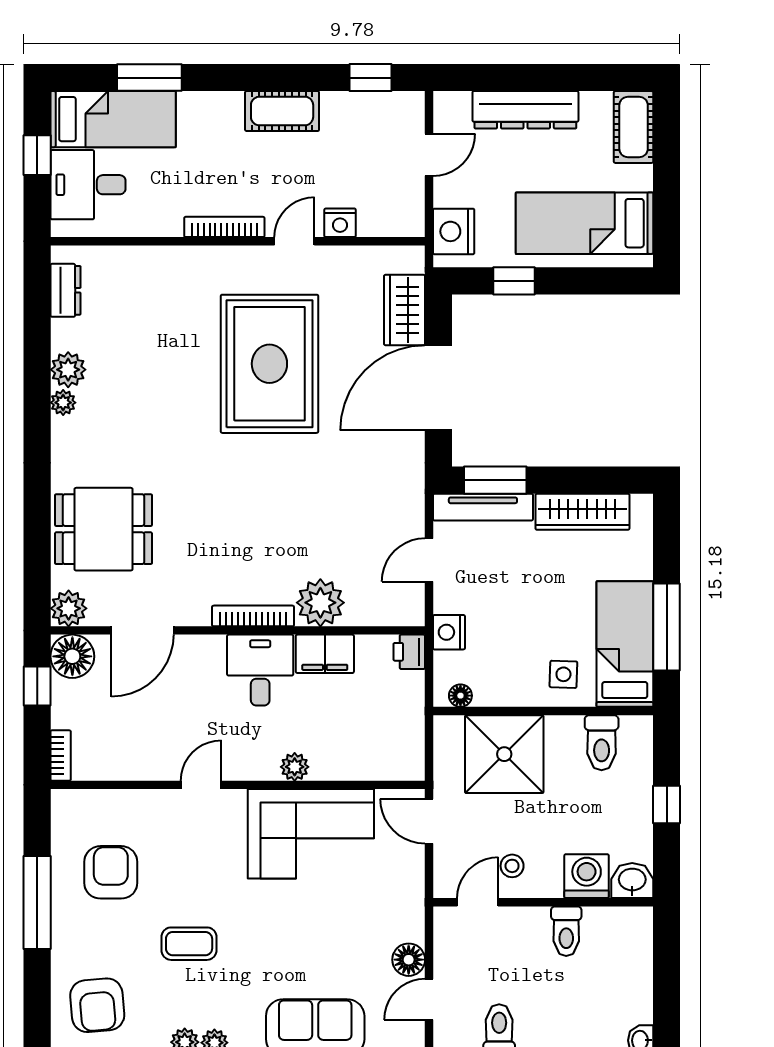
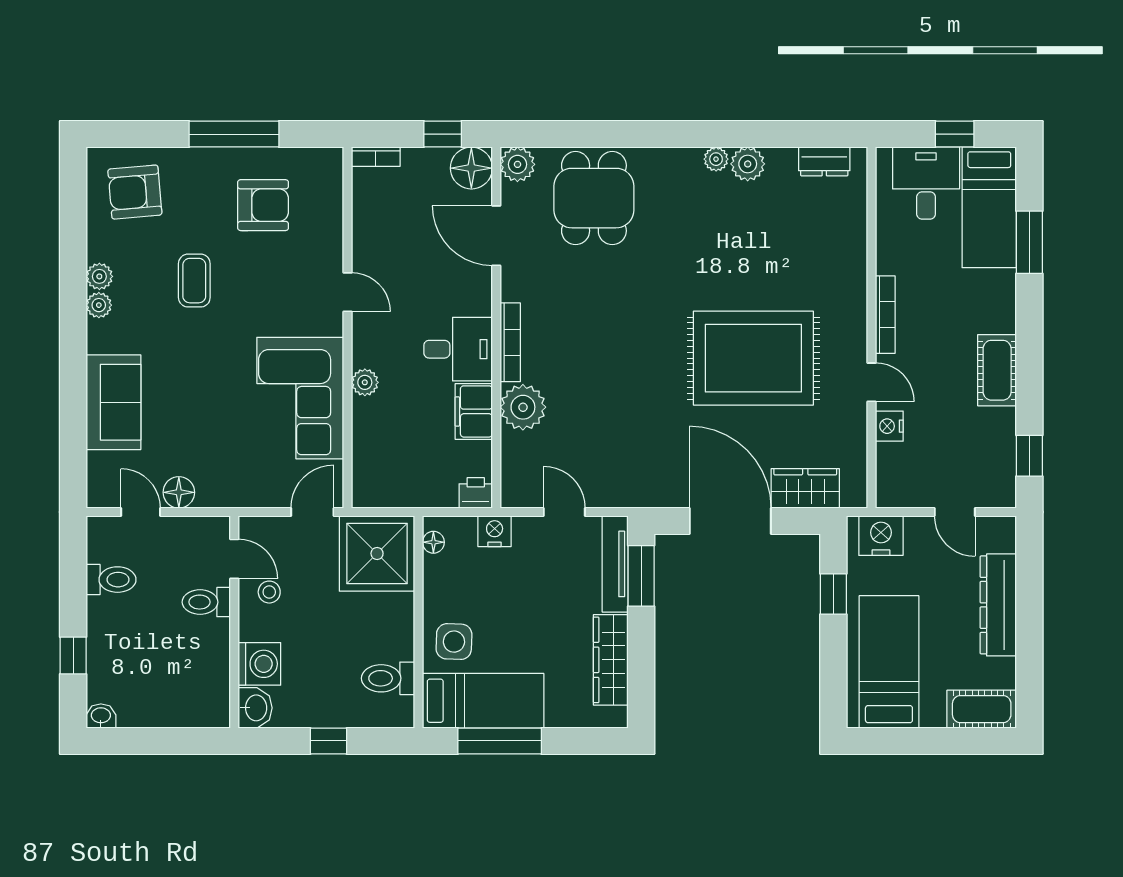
side table: (563, 674) -> (454, 642), width x1.37, depth x1.37
shower: (504, 754) -> (377, 553), moved
toilet: (566, 931) -> (206, 602), moved

